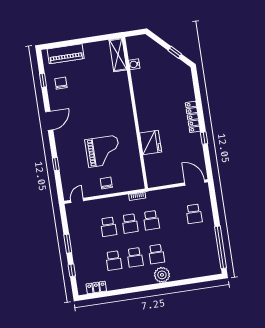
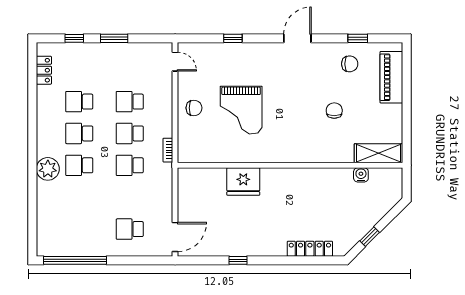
chair: (94, 89) -> (334, 111), added
locker: (193, 117) -> (310, 249), moved
door: (49, 121) -> (297, 38), swing flipped

